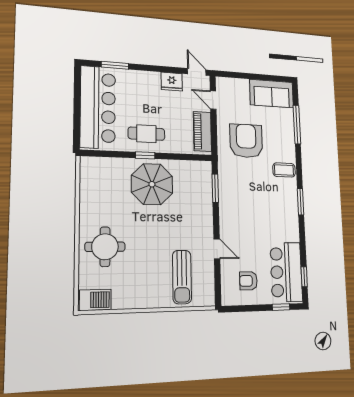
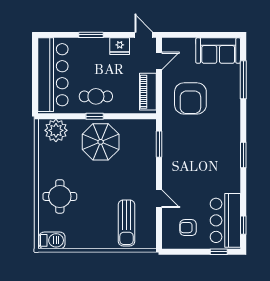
window: (115, 65) -> (91, 35), moved
door: (213, 100) -> (159, 61), swing flipped
armchair: (246, 141) -> (190, 98), turned 180
plant: (101, 170) -> (56, 130), added
coffee table: (284, 170) -> (228, 125), removed

